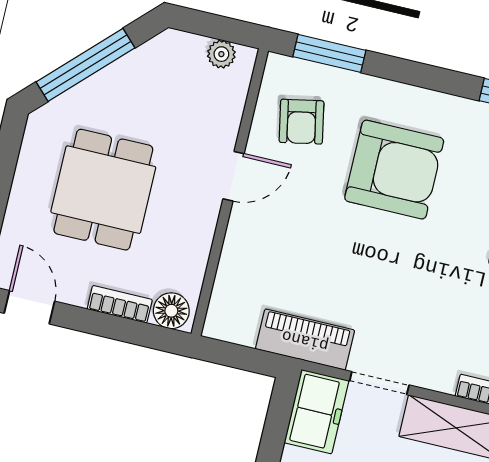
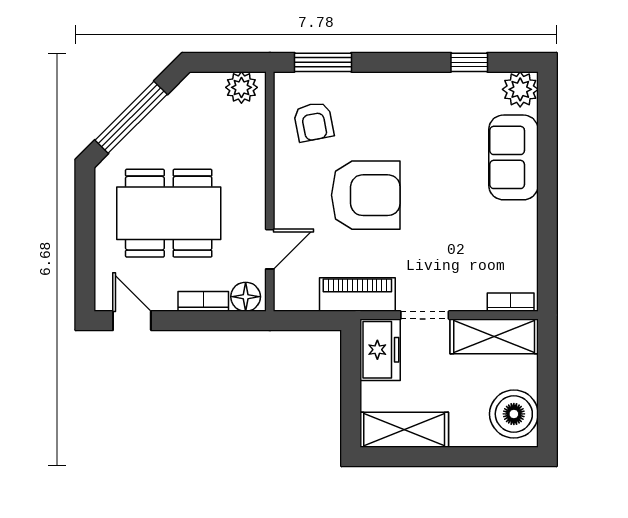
plant: (221, 54) -> (241, 87), width x1.38, depth x1.38
armchair: (394, 170) -> (366, 195), moved
door: (233, 176) -> (270, 249), moved
dining table: (103, 190) -> (169, 213), width x1.38

